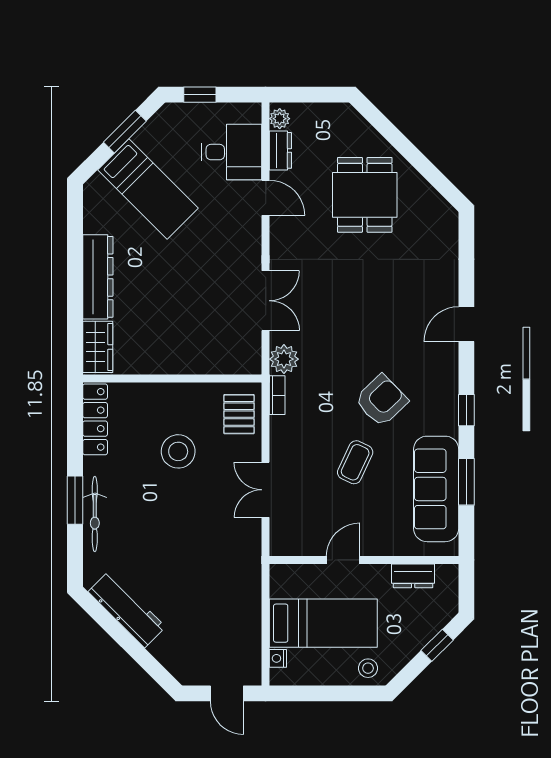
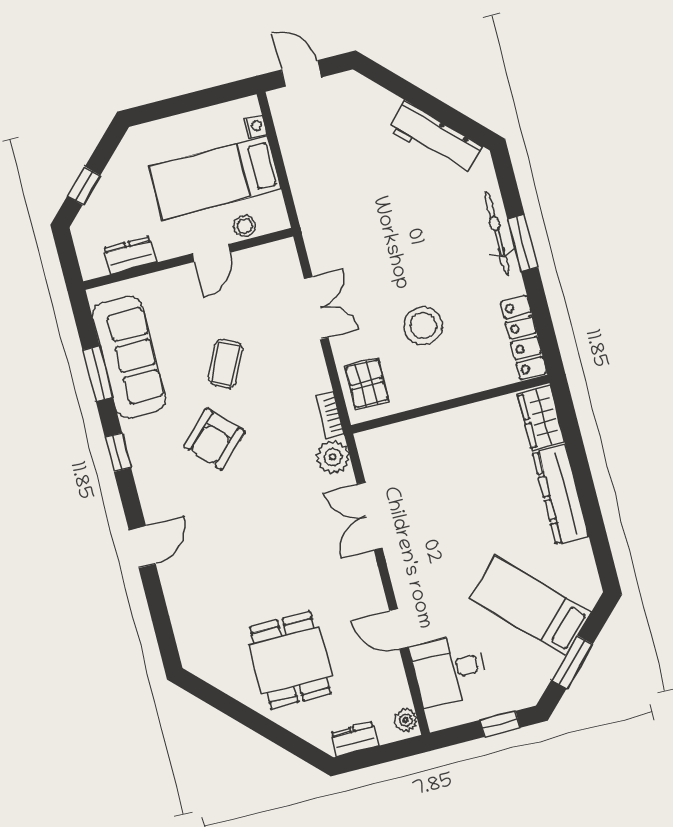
dresser: (280, 150) -> (354, 739), moved, turned 90
stool: (368, 668) -> (244, 226), moved

